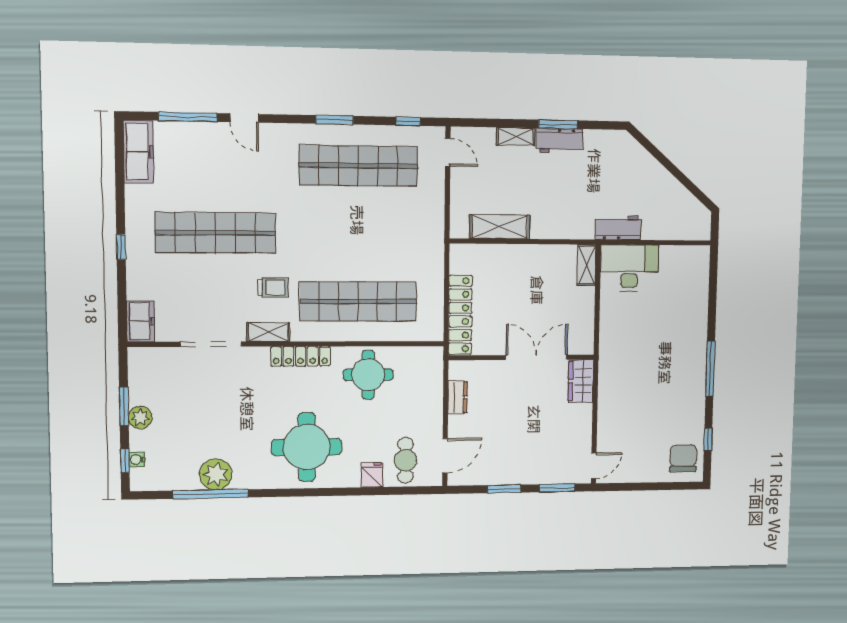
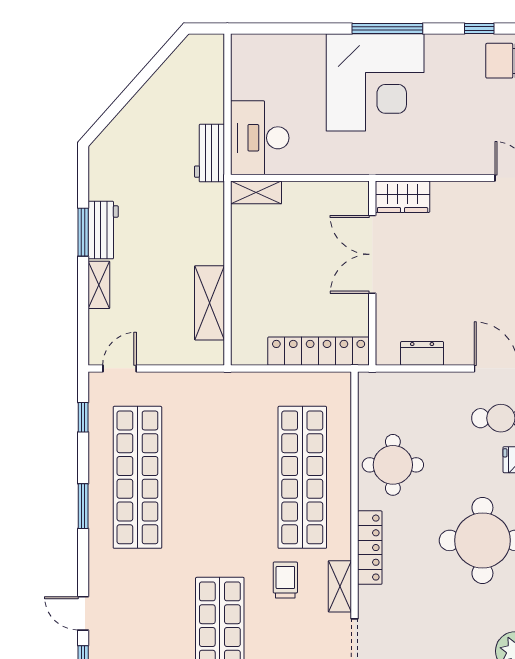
door: (244, 118) -> (83, 613), swing flipped
corner desk: (670, 359) -> (375, 82), added

